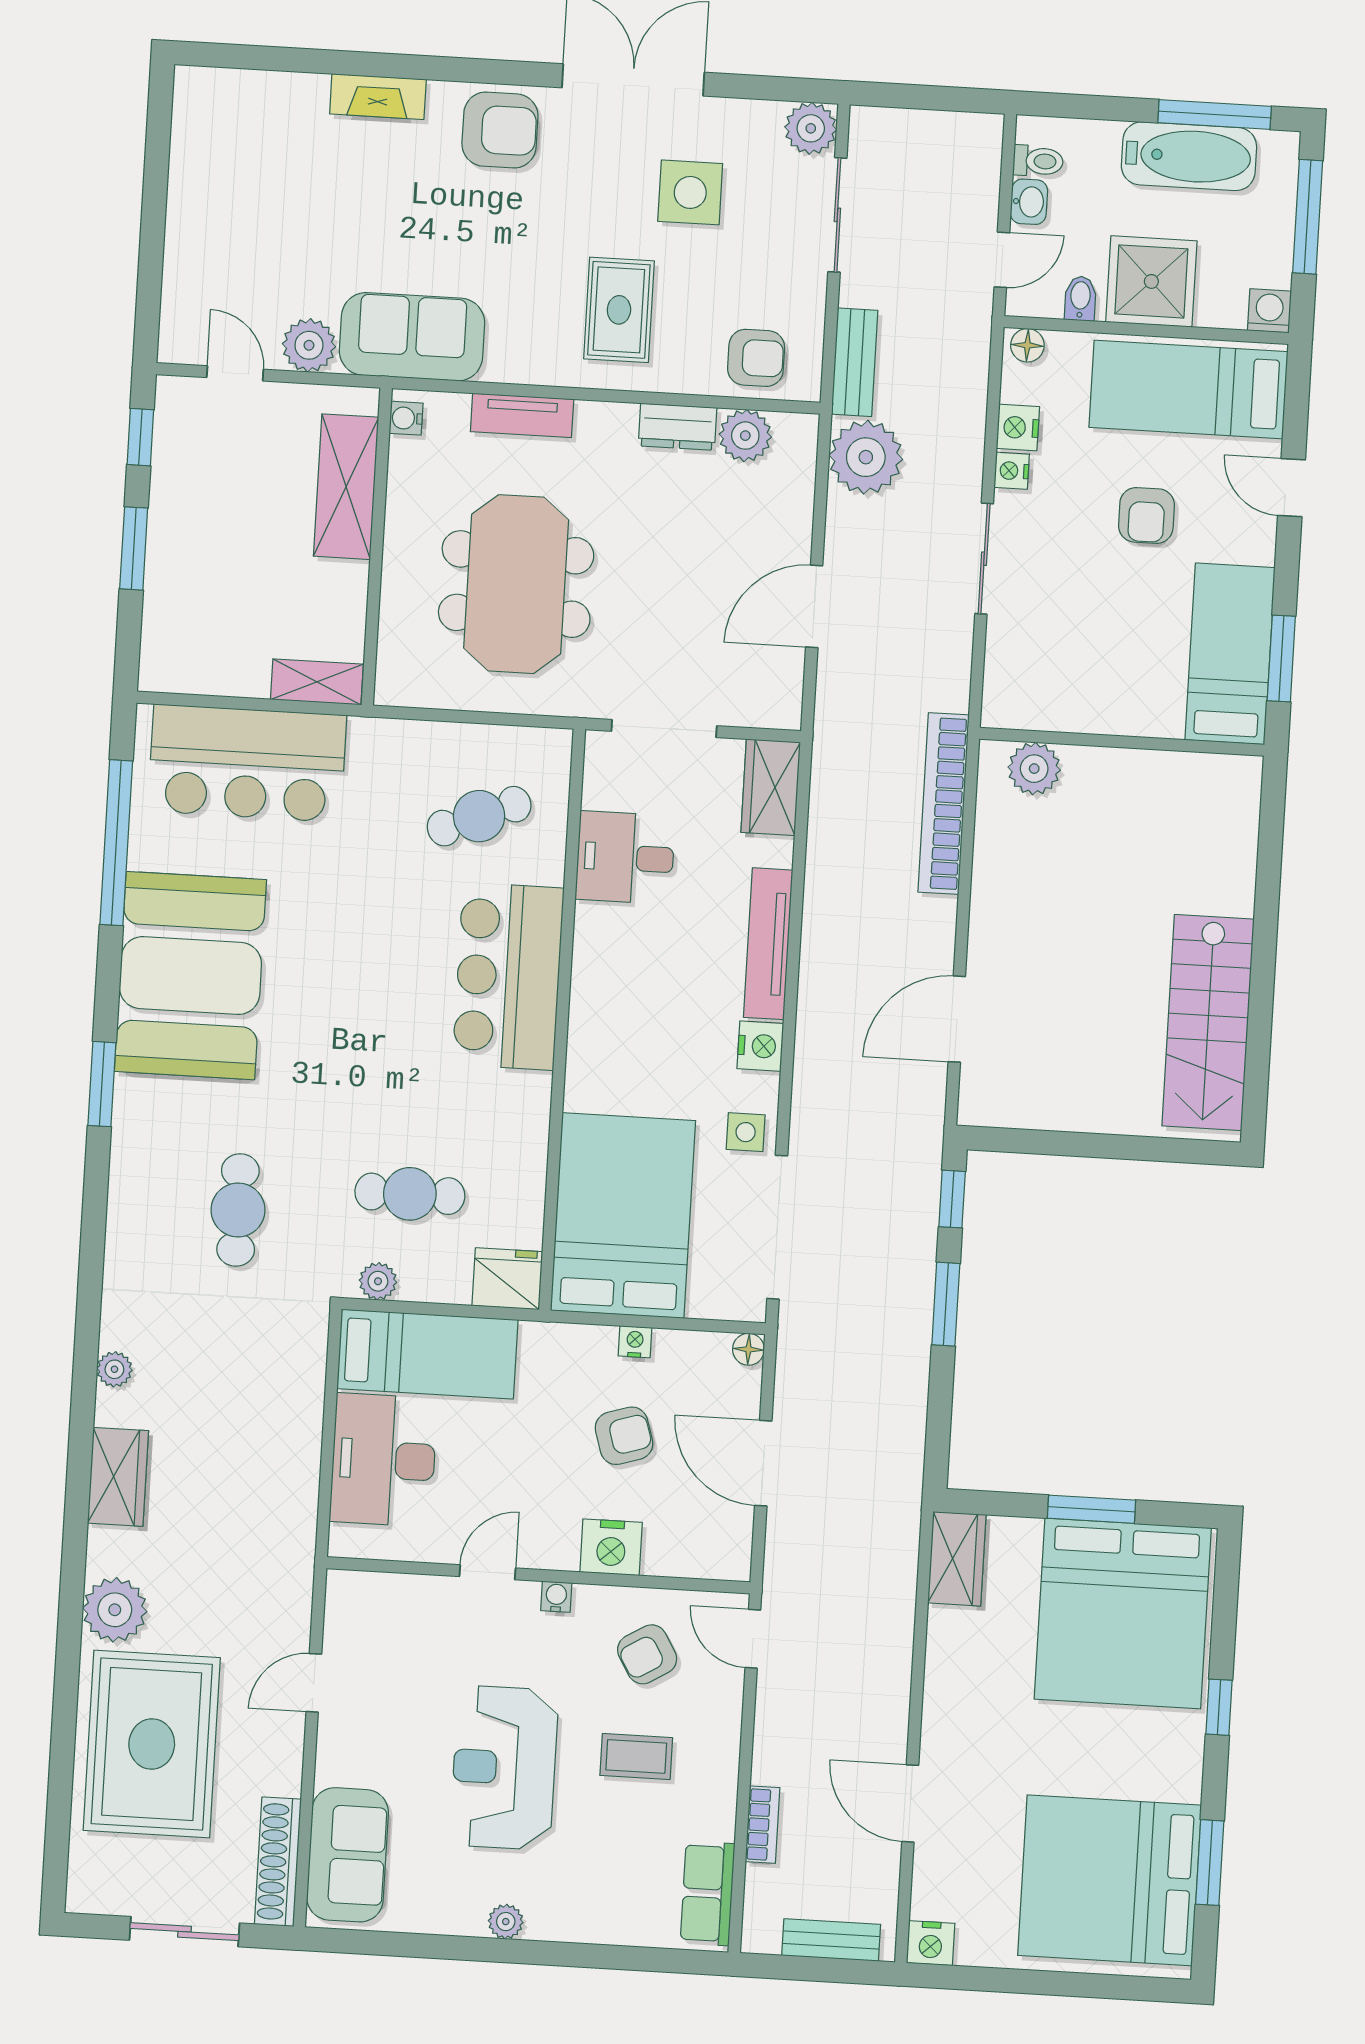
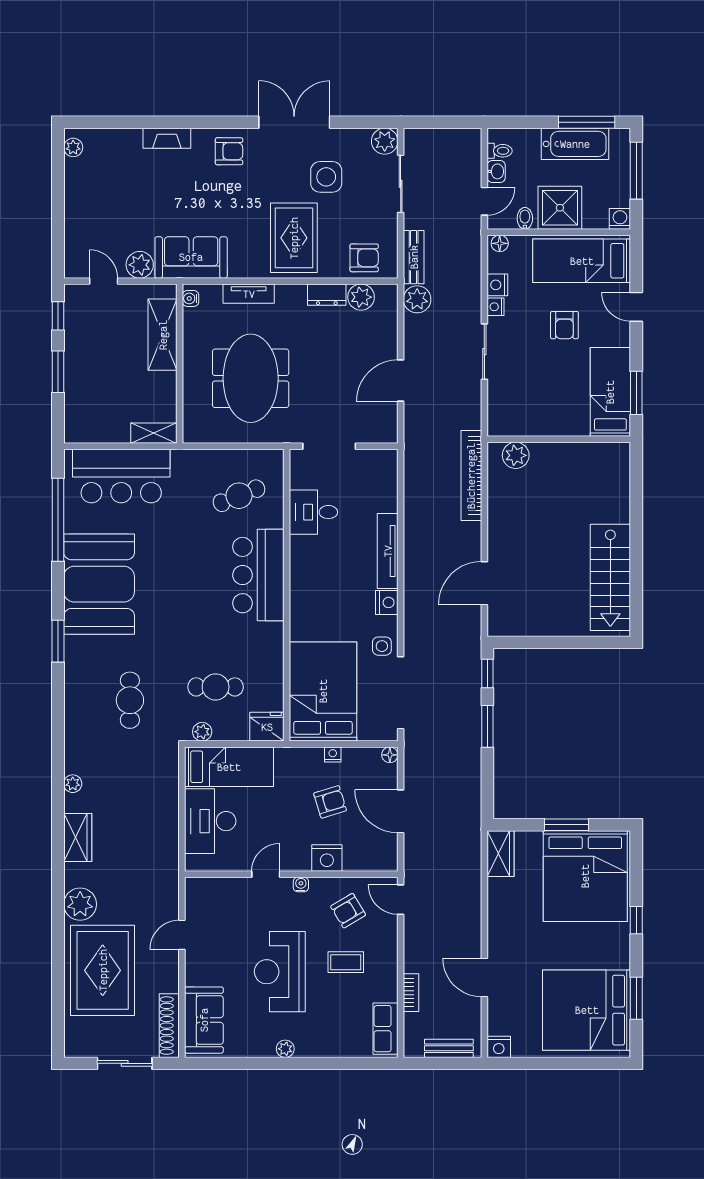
plant: (190, 104) -> (73, 147), added
armchair: (500, 130) -> (229, 151), width x0.72, depth x0.72
rug: (619, 310) -> (294, 238), width x1.36, depth x1.43
plant: (866, 457) -> (417, 299), width x0.73, depth x0.73
wardrobe: (771, 787) -> (384, 473), removed

